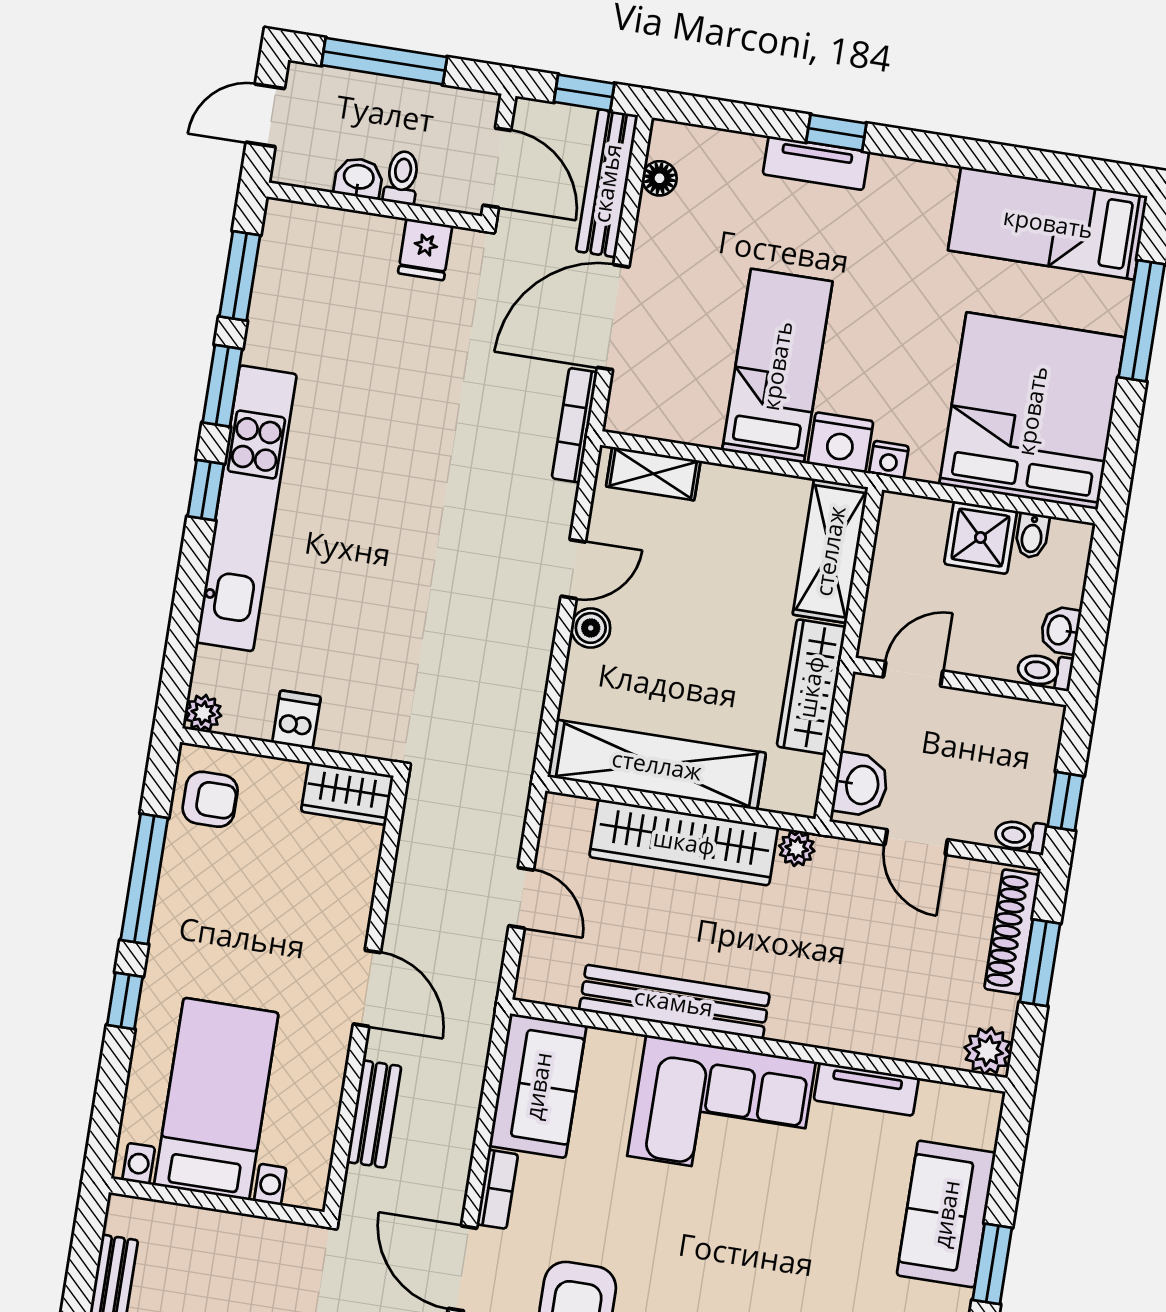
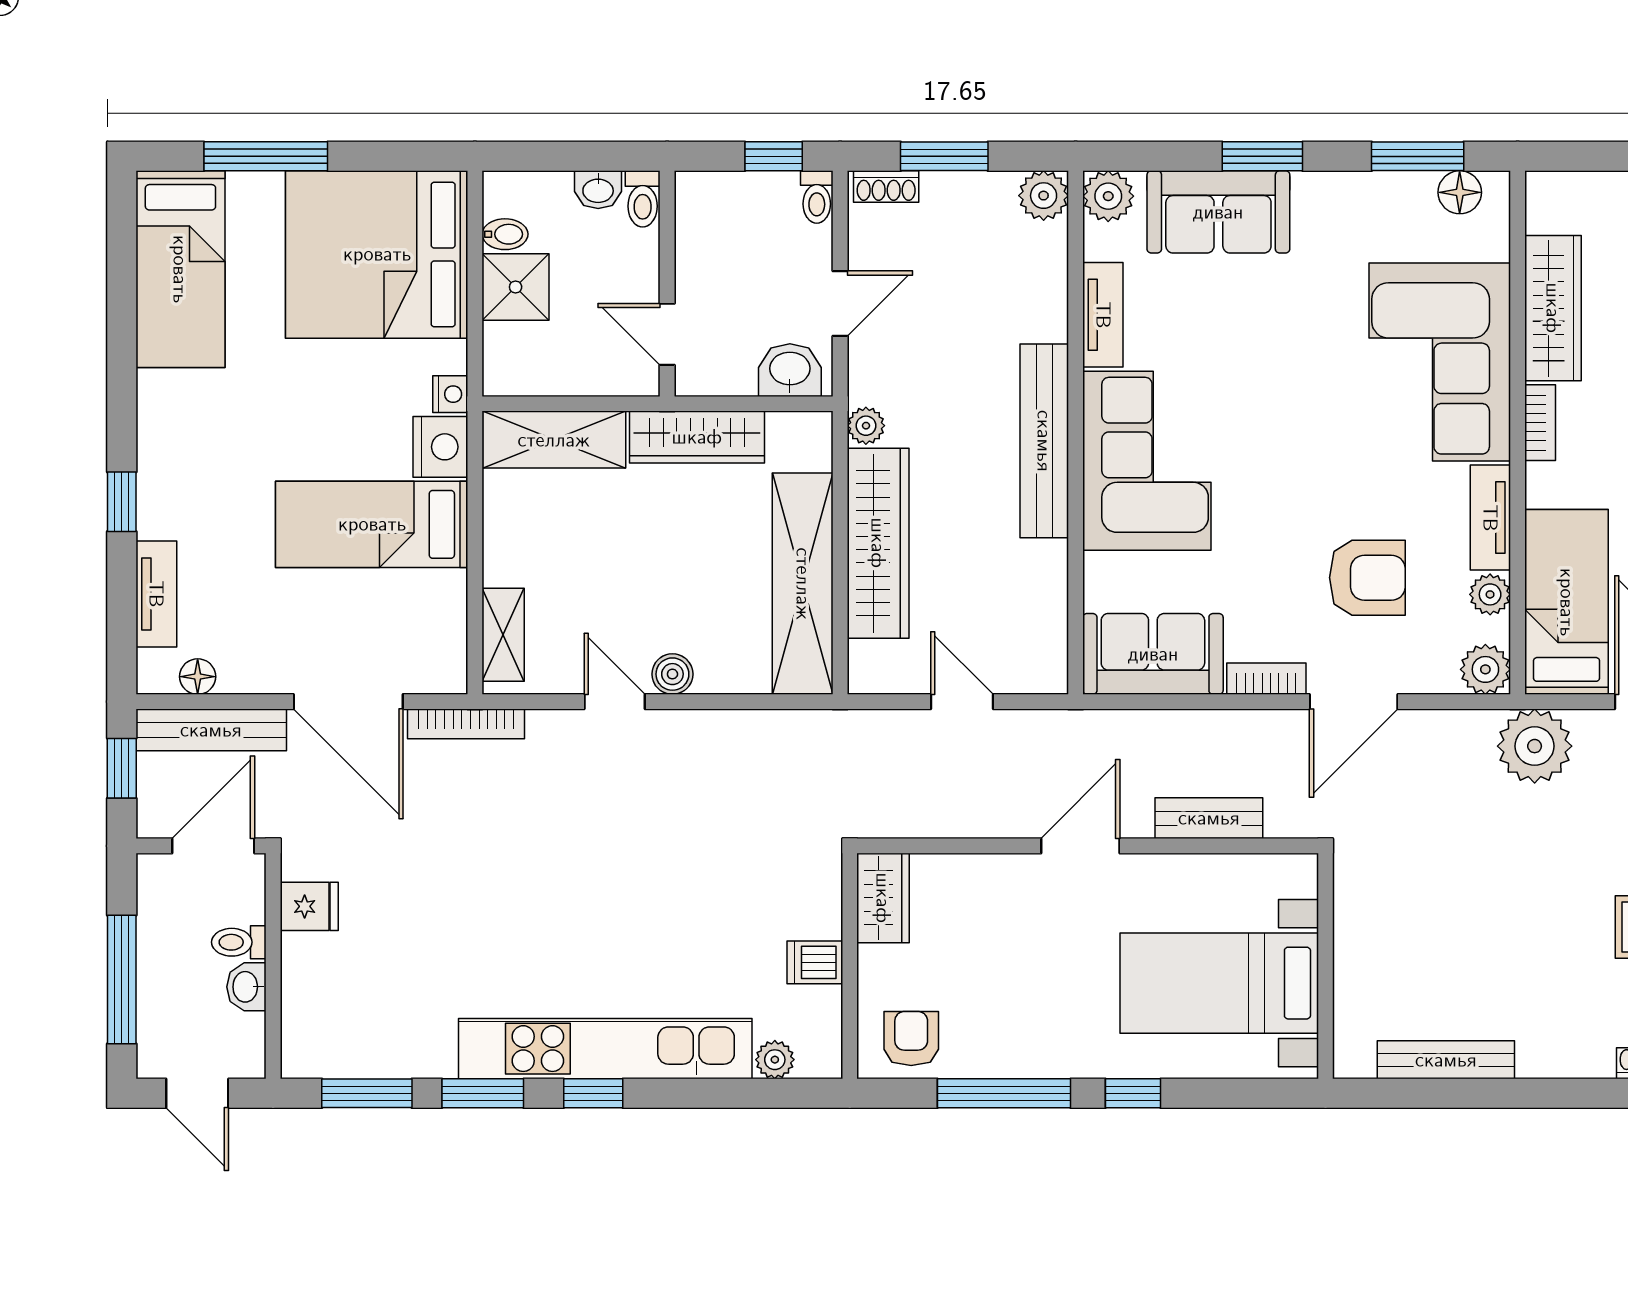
tv unit: (816, 163) -> (156, 594), moved
plant: (203, 713) -> (775, 1060), moved
door: (521, 898) -> (962, 702), hinge flipped
shoe rack: (1012, 932) -> (886, 186), width x0.51, depth x0.81
bench: (674, 1002) -> (1044, 441), moved
plant: (978, 1112) -> (1108, 196), added

